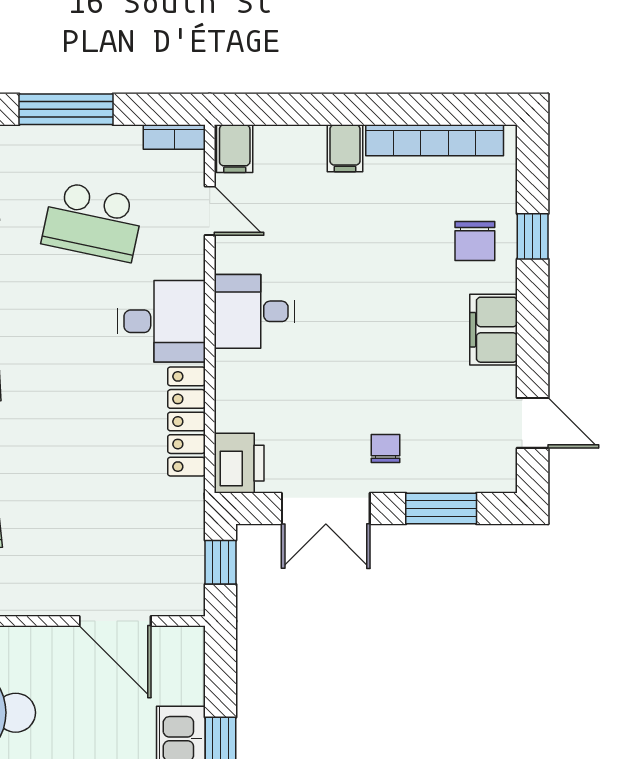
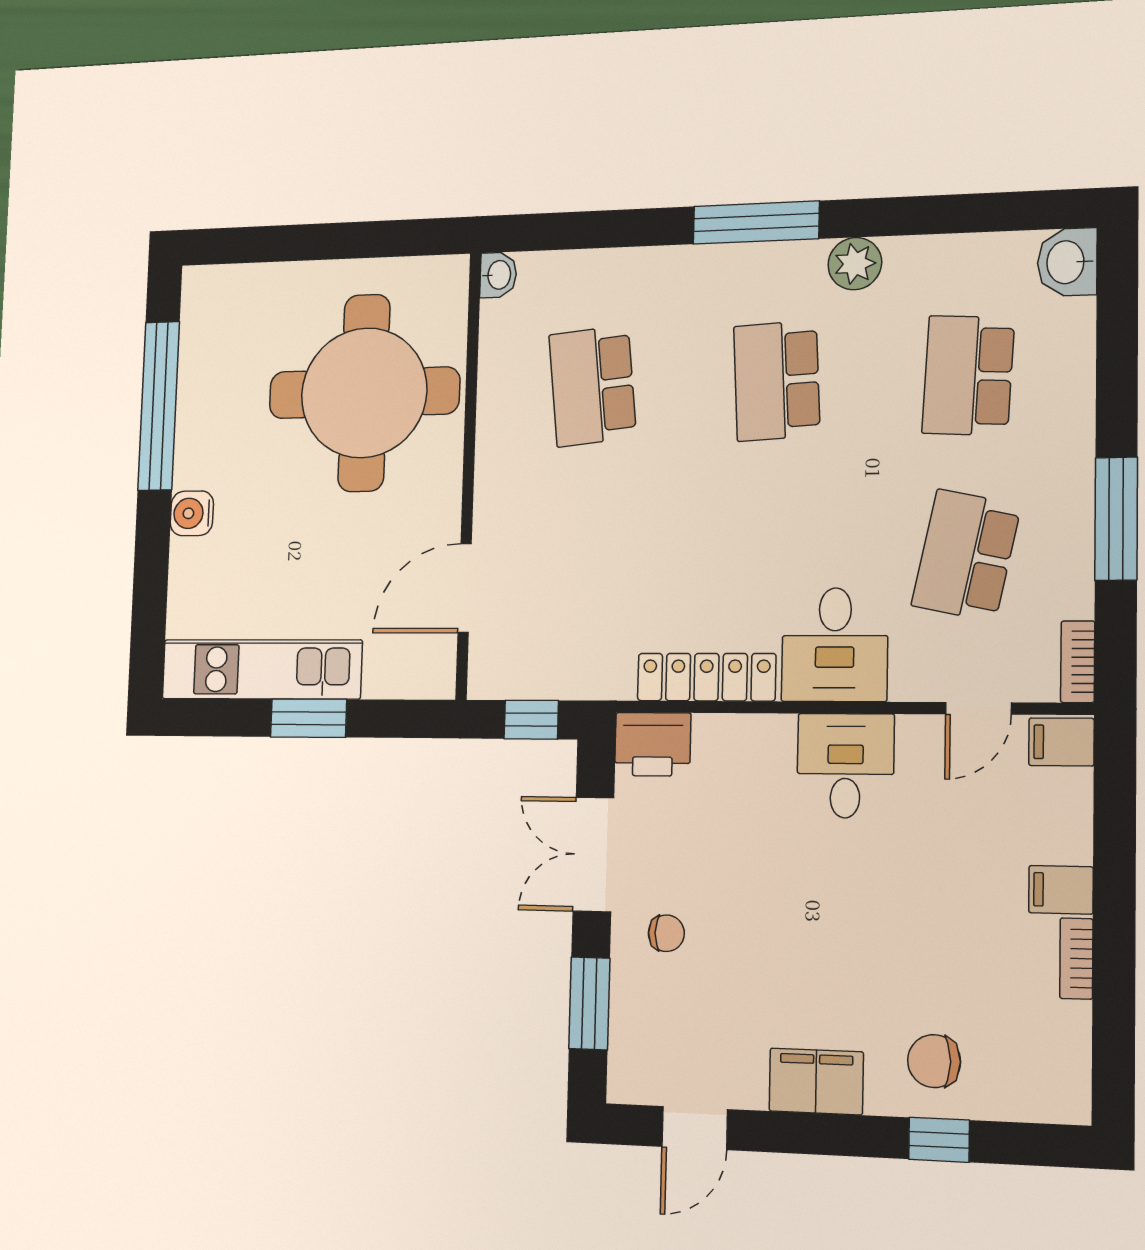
bookcase: (435, 140) -> (1076, 959), width x0.43, depth x0.76

